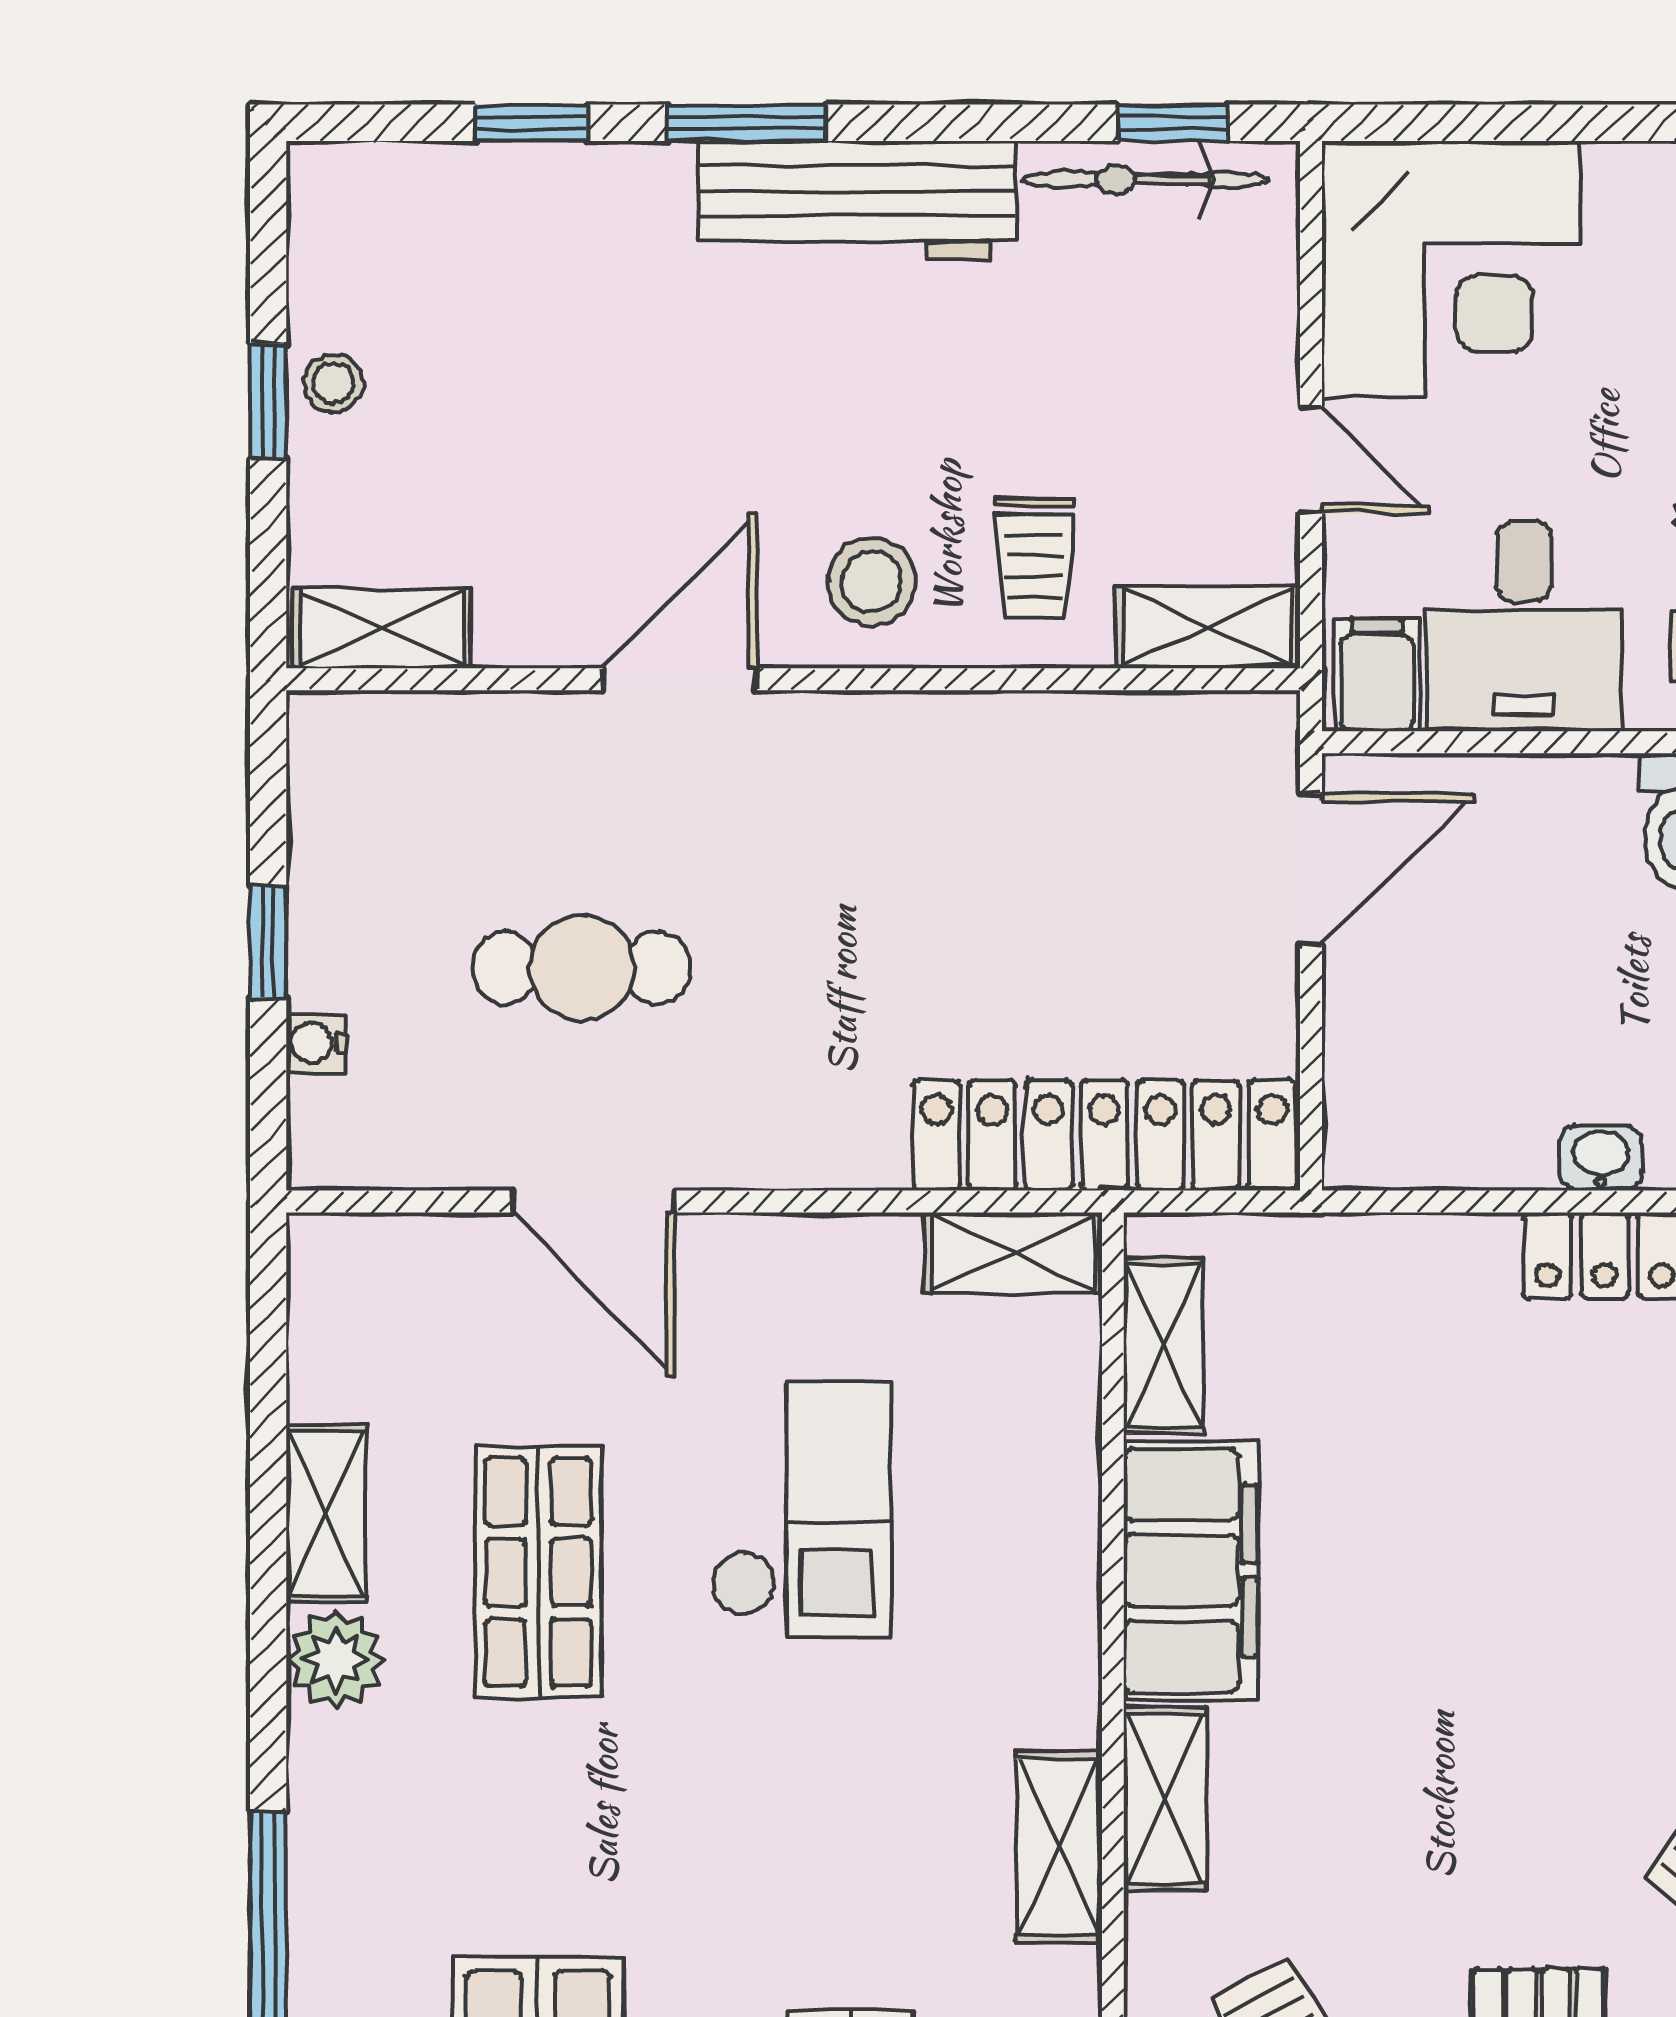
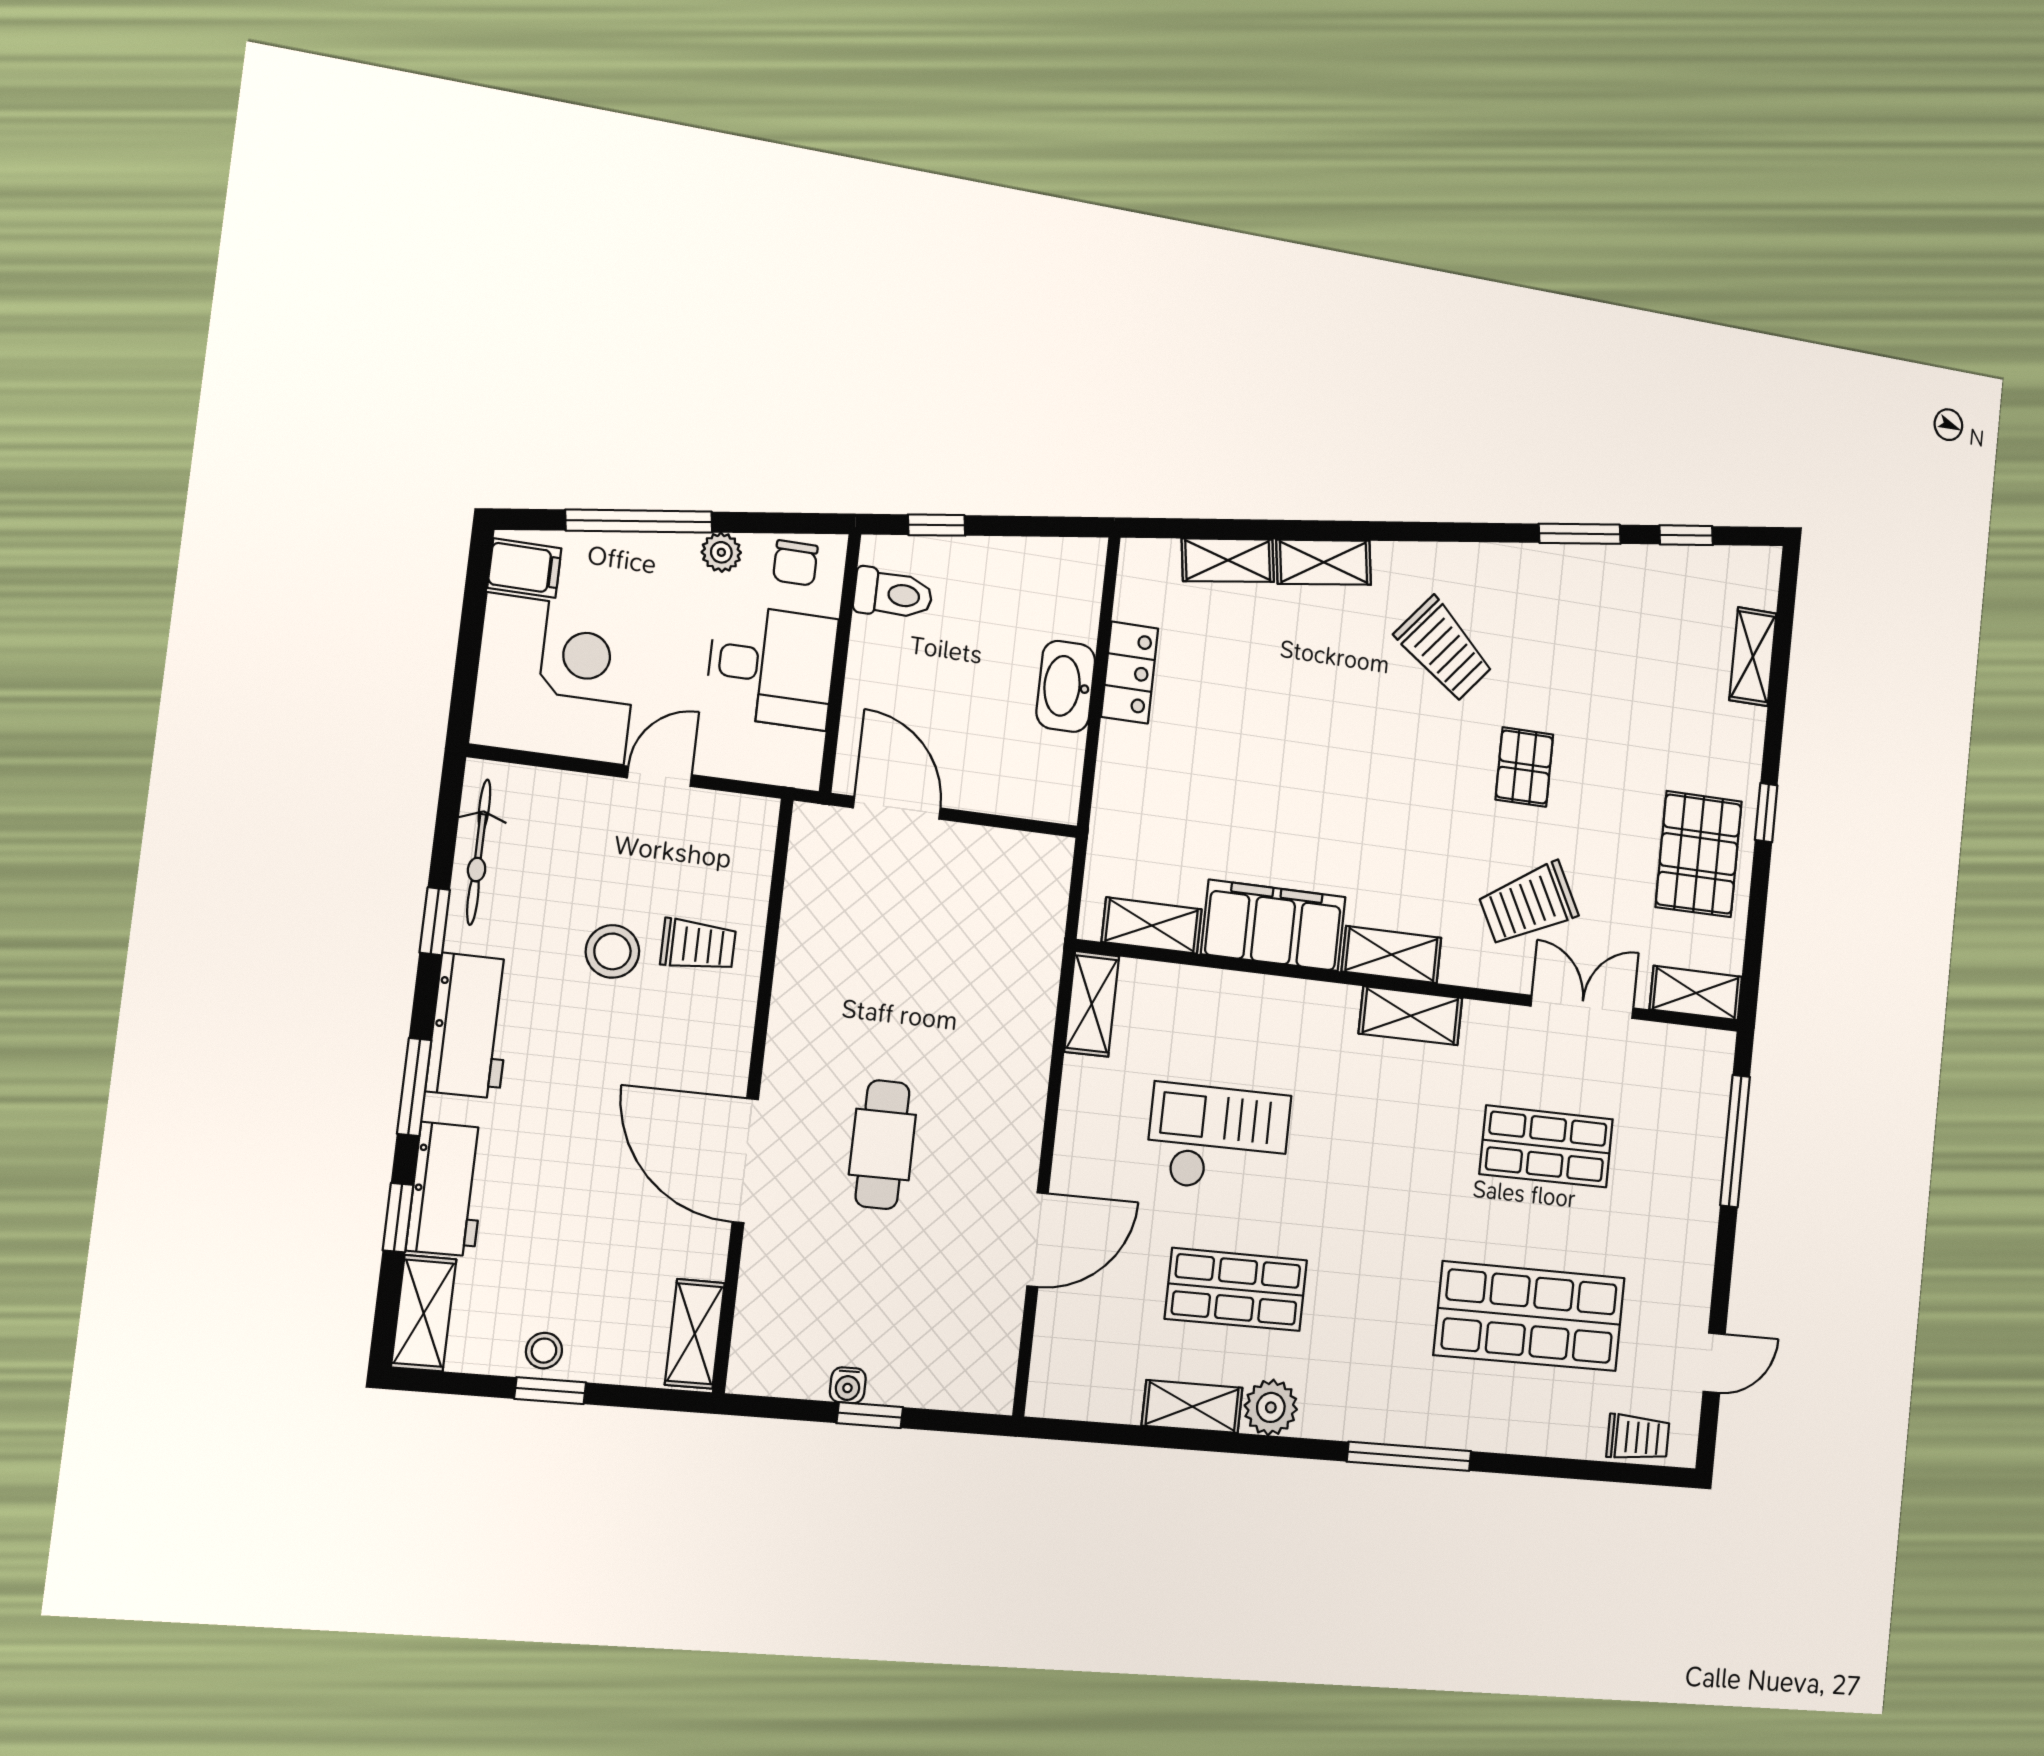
window: (1173, 123) -> (435, 921), moved
workbench: (584, 196) -> (447, 1189), added
workbench: (857, 200) -> (470, 1026), width x0.73
stool: (872, 581) -> (612, 951), moved
shelving: (1208, 627) -> (424, 1313), moved
filing cabinet: (1377, 675) -> (524, 568), moved, turned 180
door: (680, 679) -> (745, 1161), width x1.36
cafe table: (582, 968) -> (882, 1145), moved
water cooler: (316, 1043) -> (848, 1385), moved
locker: (1104, 1135) -> (1033, 945), removed
washbasin: (1601, 1158) -> (1066, 686), width x1.91, depth x1.45

